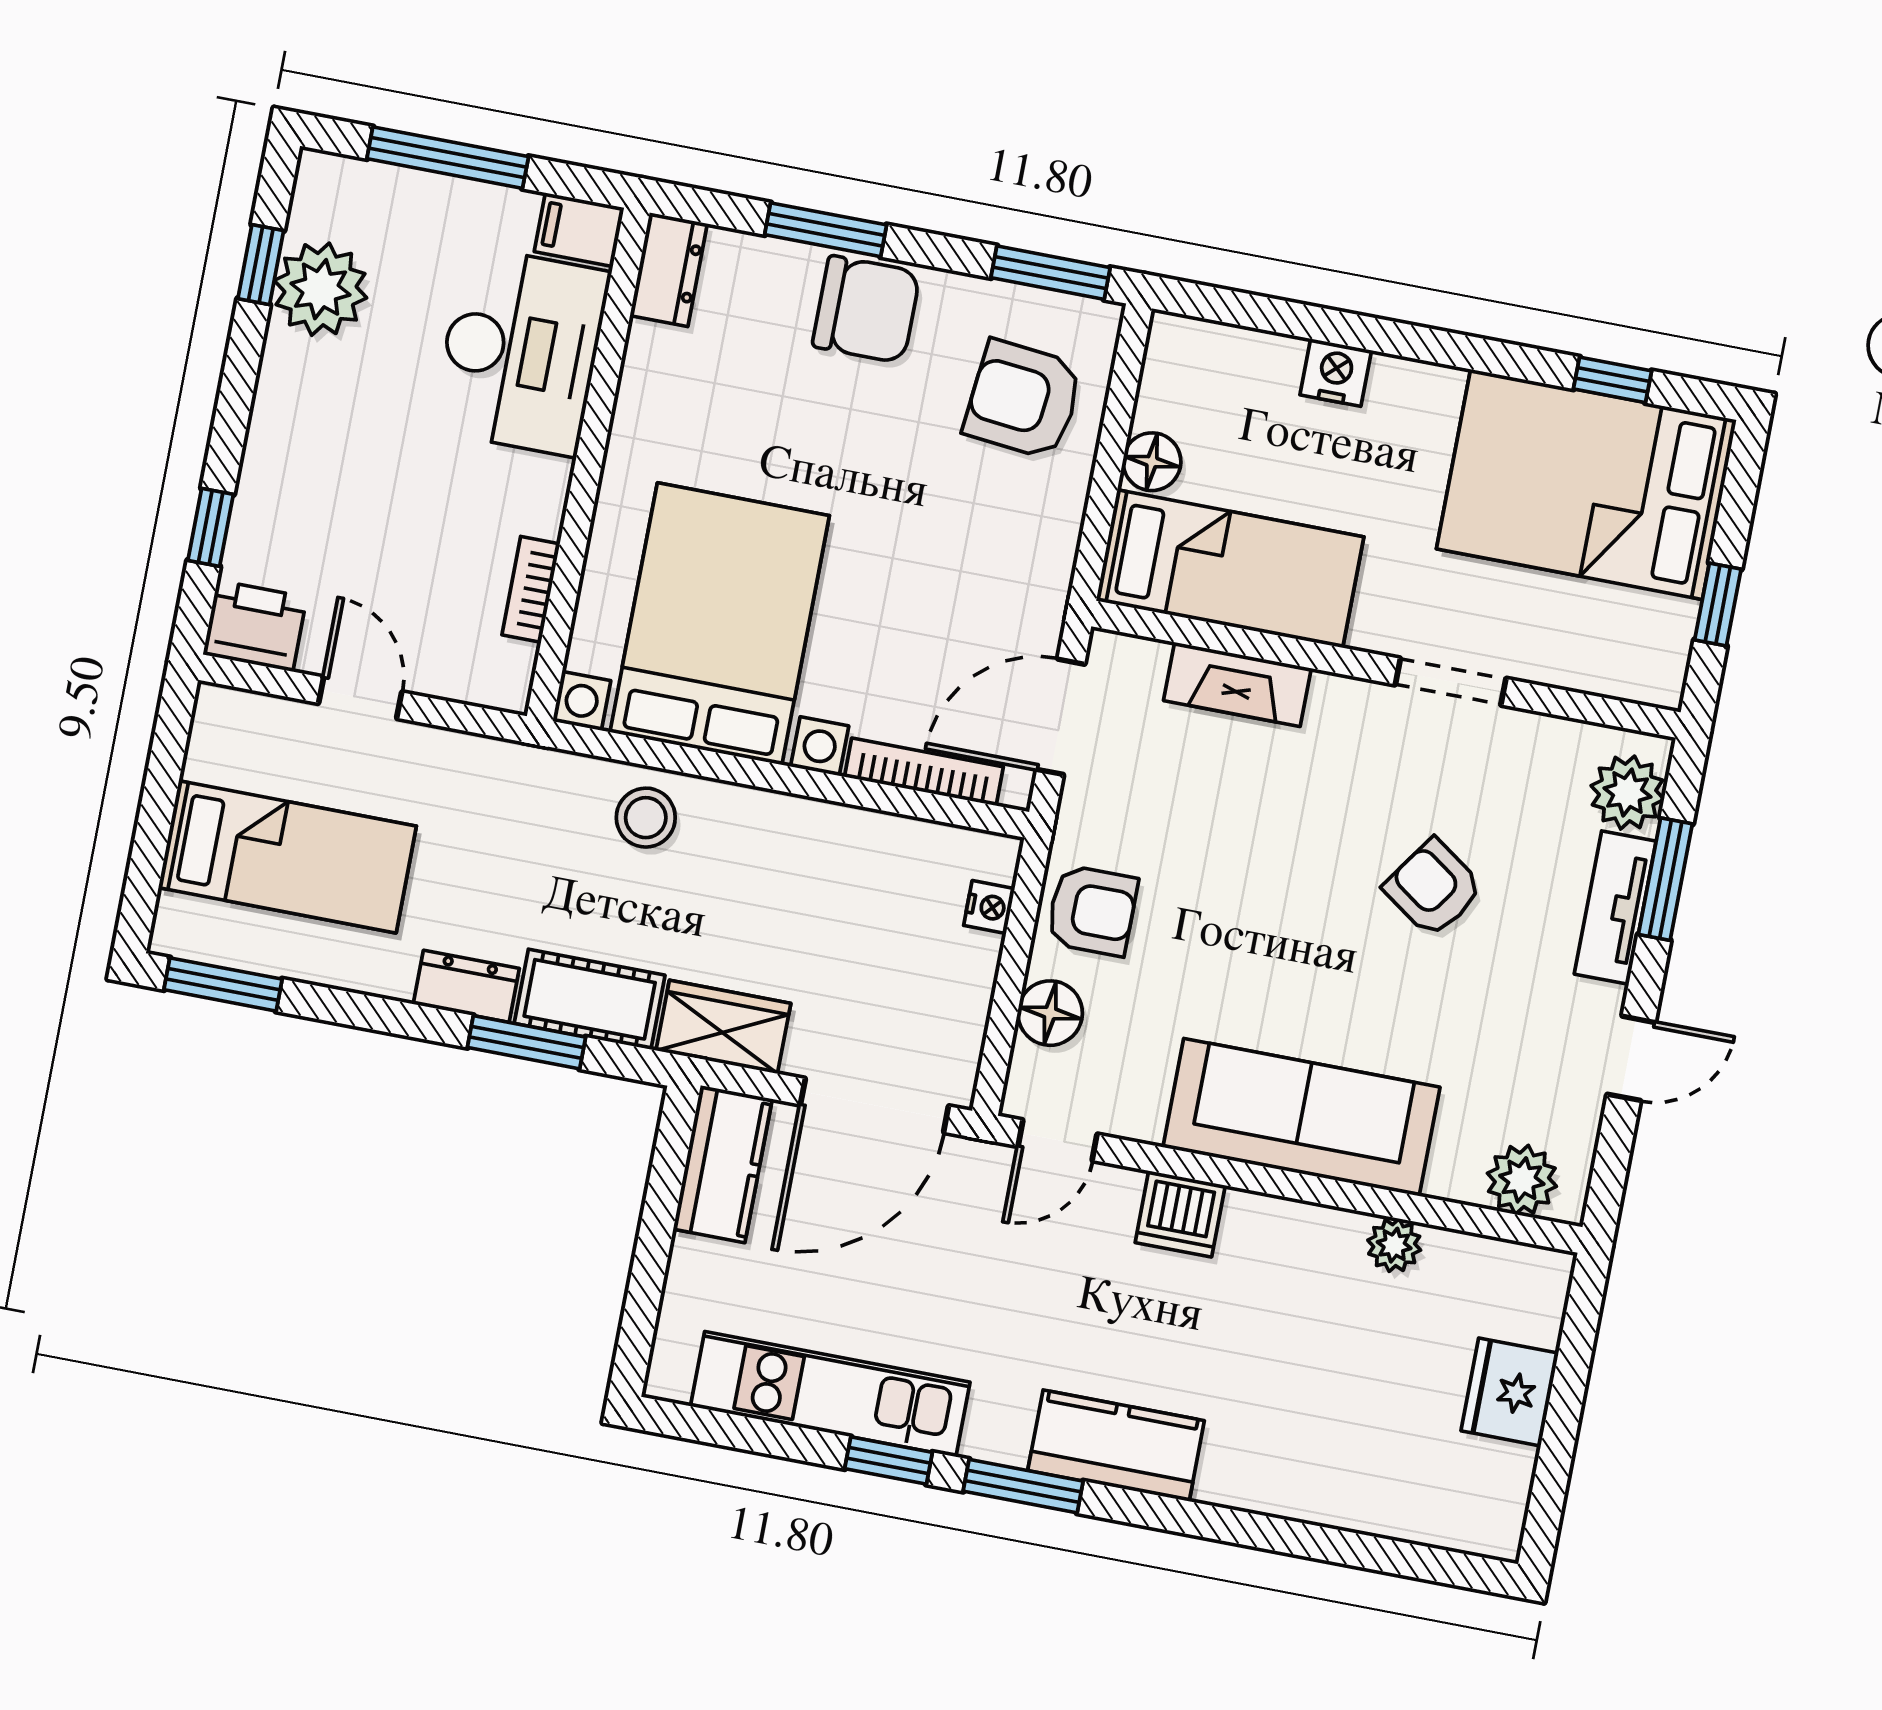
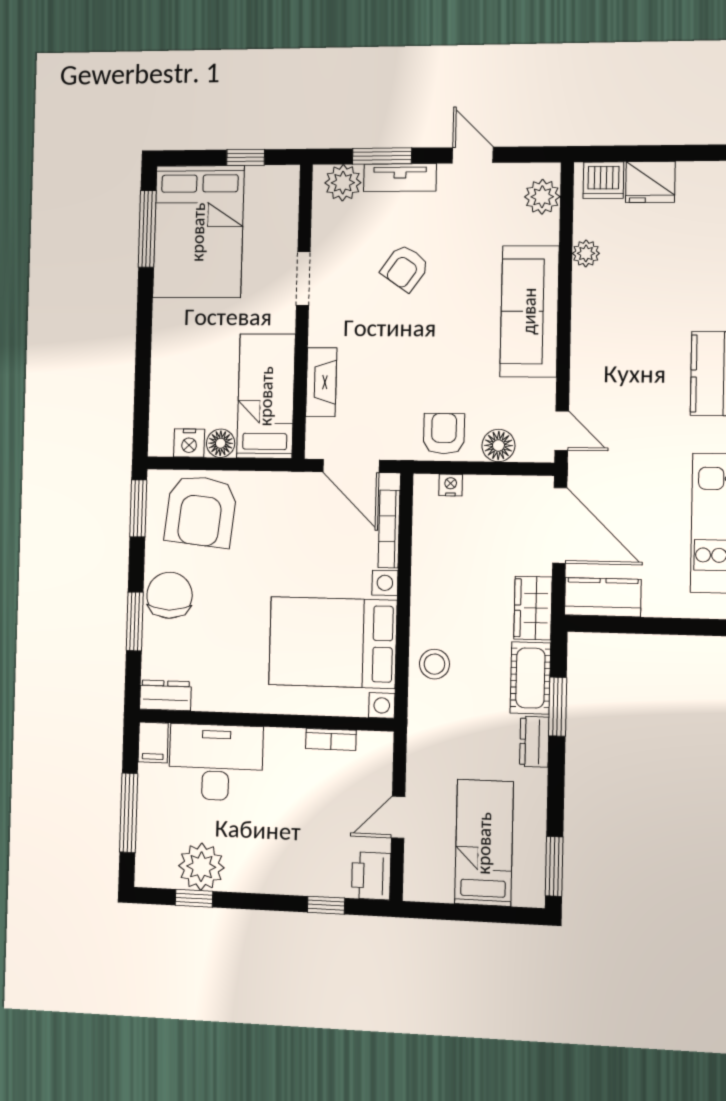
nightstand: (1336, 373) -> (189, 443), moved, turned -90
window: (1613, 380) -> (147, 229), width x2.17
armchair: (1023, 400) -> (201, 511), width x1.36, depth x1.36
dishwasher: (1180, 1214) -> (603, 180), moved, turned 90

